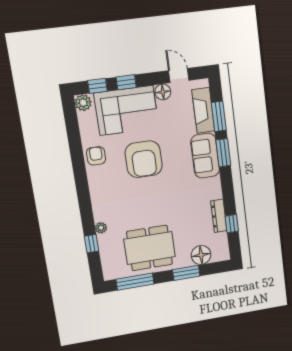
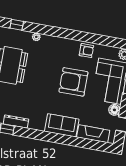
window: (219, 116) -> (86, 143), removed
window: (223, 153) -> (60, 139), removed
window: (92, 244) -> (17, 25), moved

